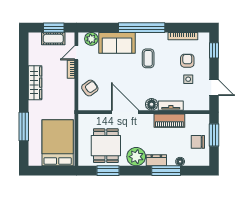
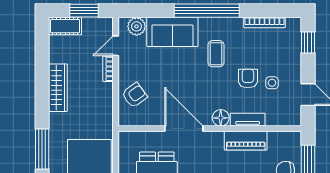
cot: (53, 39) -> (65, 26), moved
armchair: (187, 61) -> (248, 79), moved

